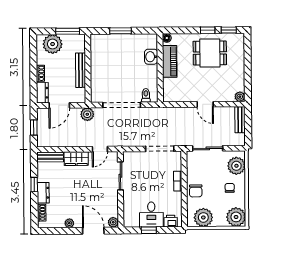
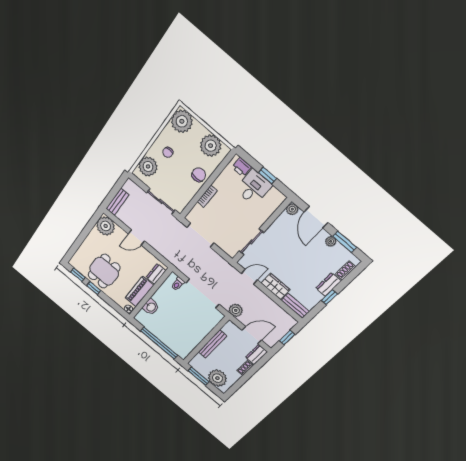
window: (120, 31) -> (159, 343), width x2.11
dining table: (210, 53) -> (104, 271), turned 90
dresser: (168, 88) -> (156, 274), added
plant: (240, 97) -> (106, 226), width x1.88, depth x1.88
door: (205, 104) -> (136, 237), swing flipped
window: (60, 231) -> (345, 242), added

